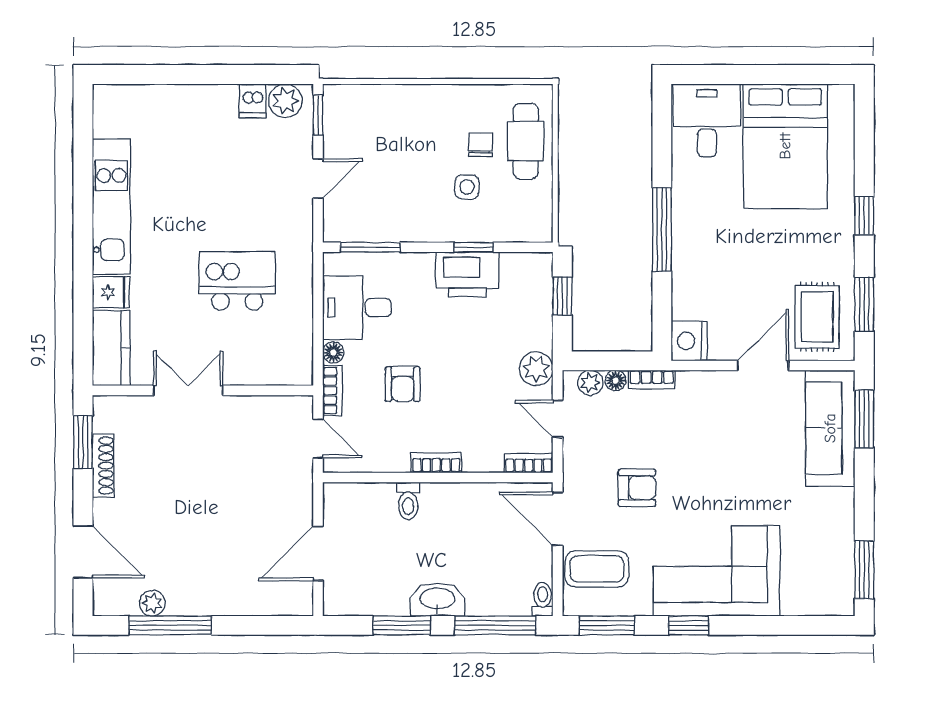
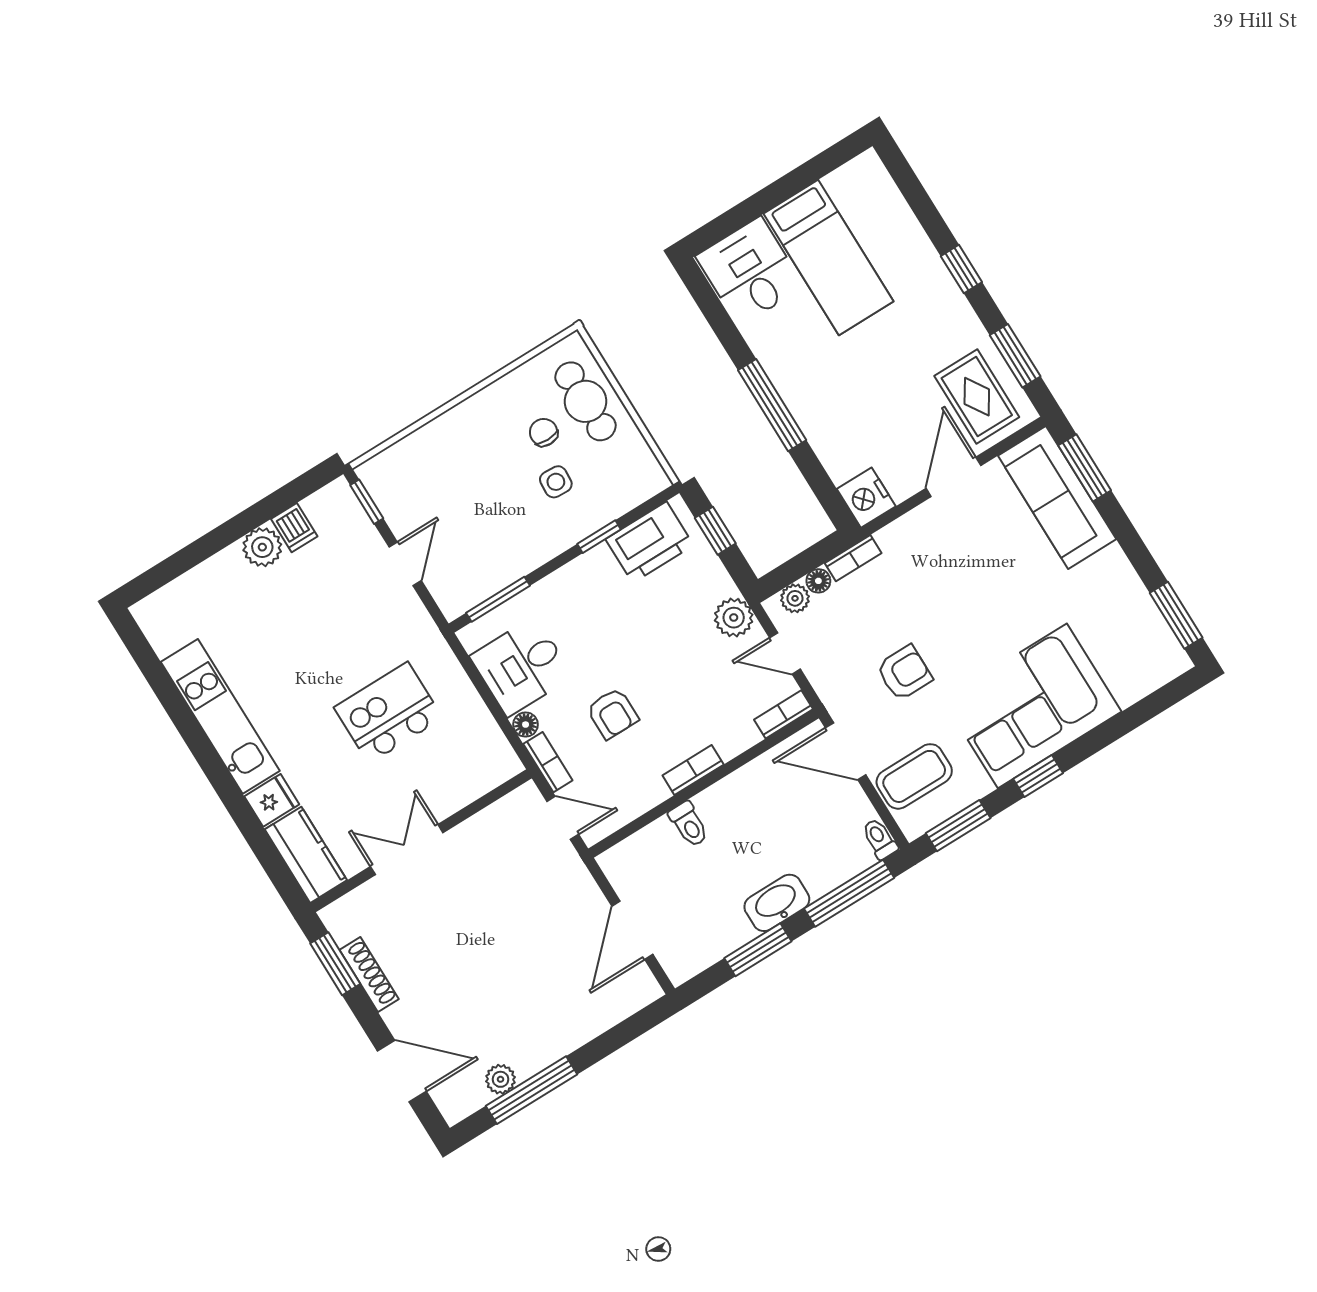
plant: (285, 101) -> (262, 547), moved
bed: (785, 146) -> (829, 258), width x0.67
printer: (467, 275) -> (650, 542), moved

